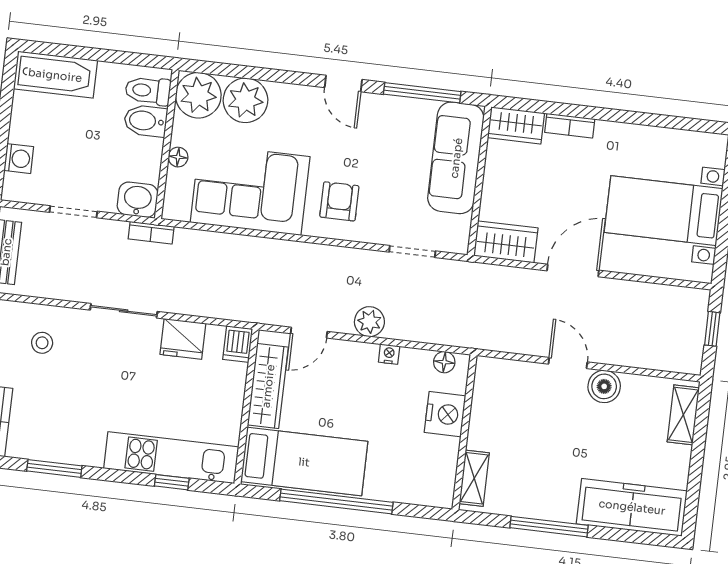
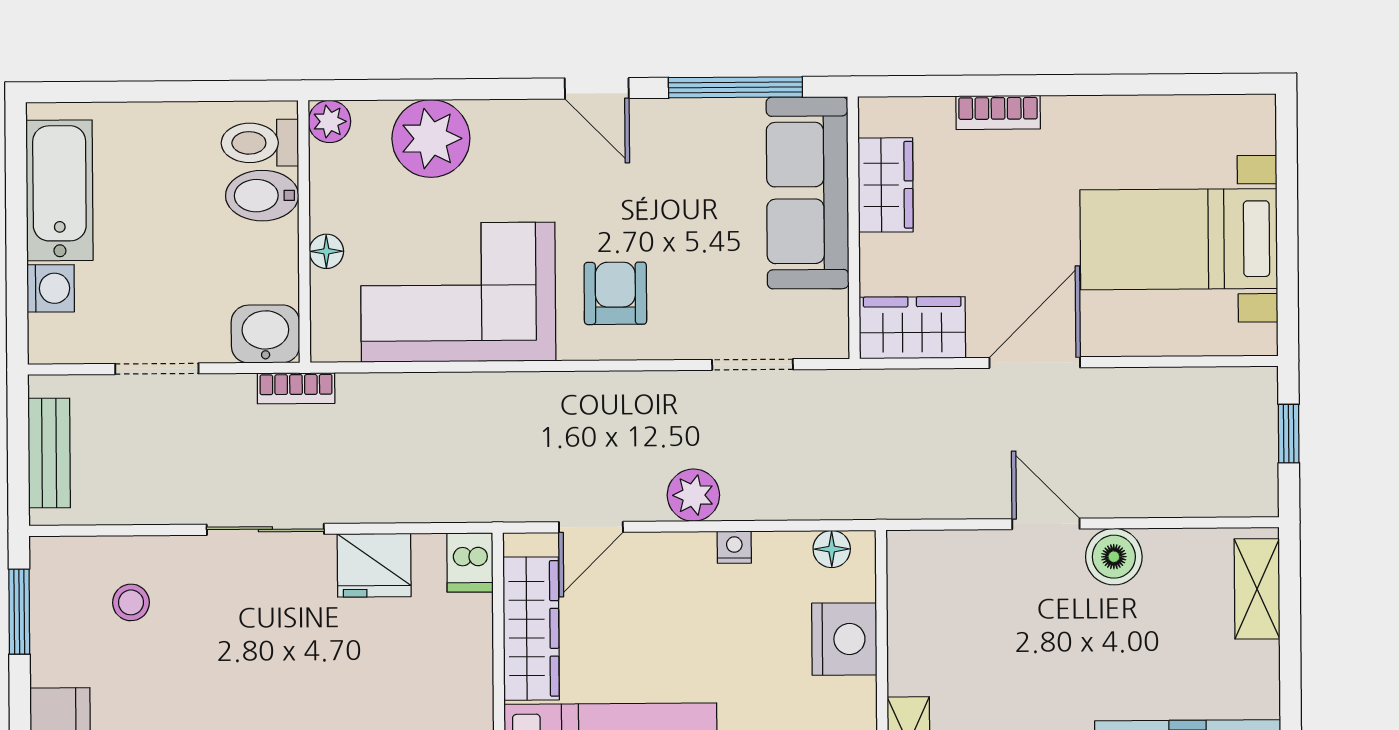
bathtub: (55, 75) -> (60, 190), moved, turned -90
plant: (198, 95) -> (329, 121), width x0.53, depth x0.53
wardrobe: (516, 125) -> (886, 185), moved, turned -90

